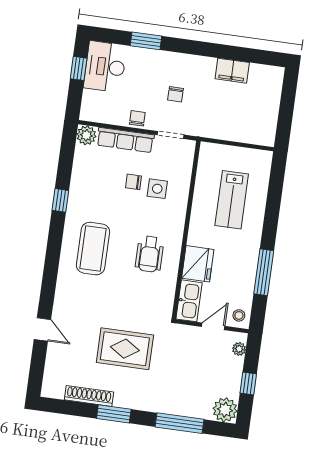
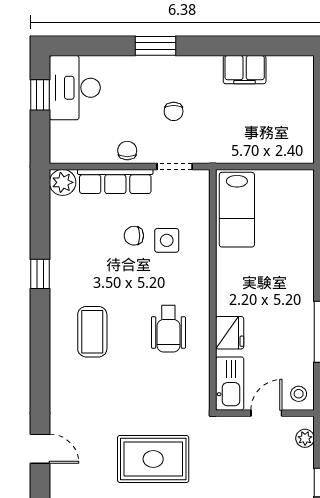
window: (146, 41) -> (155, 46), moved
lab bench: (232, 200) -> (237, 210), moved
coffee table: (93, 249) -> (92, 332), width x0.73, depth x0.76
fridge: (198, 264) -> (230, 333), width x0.73, depth x0.75

